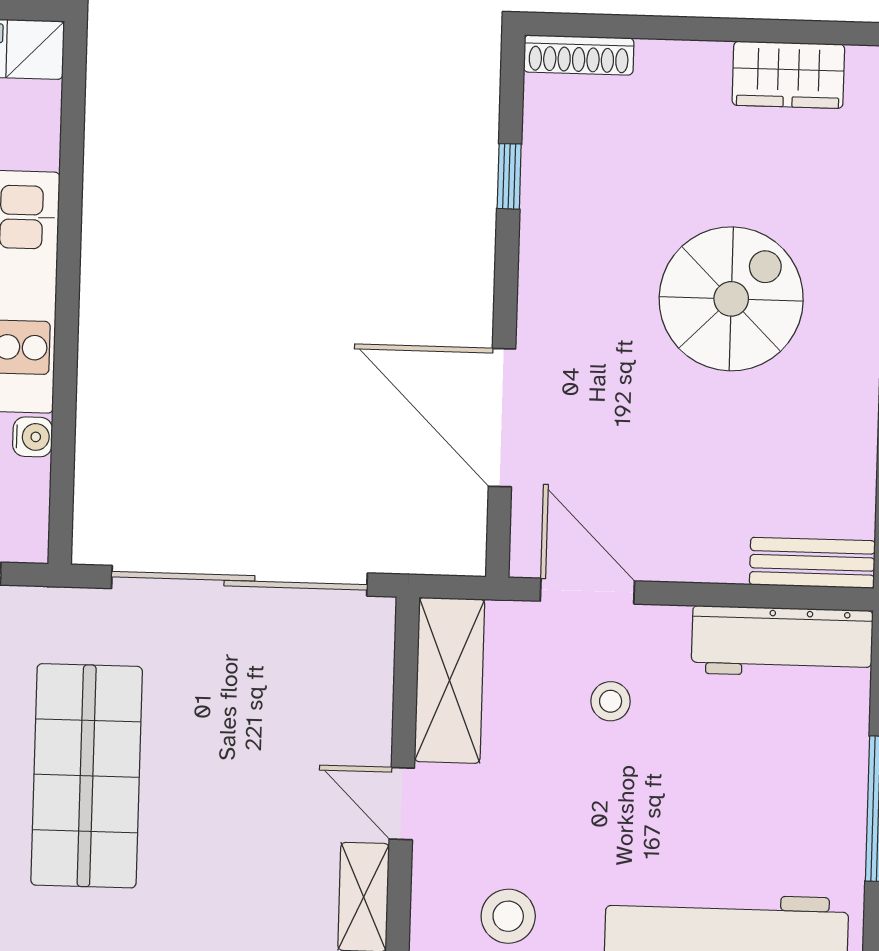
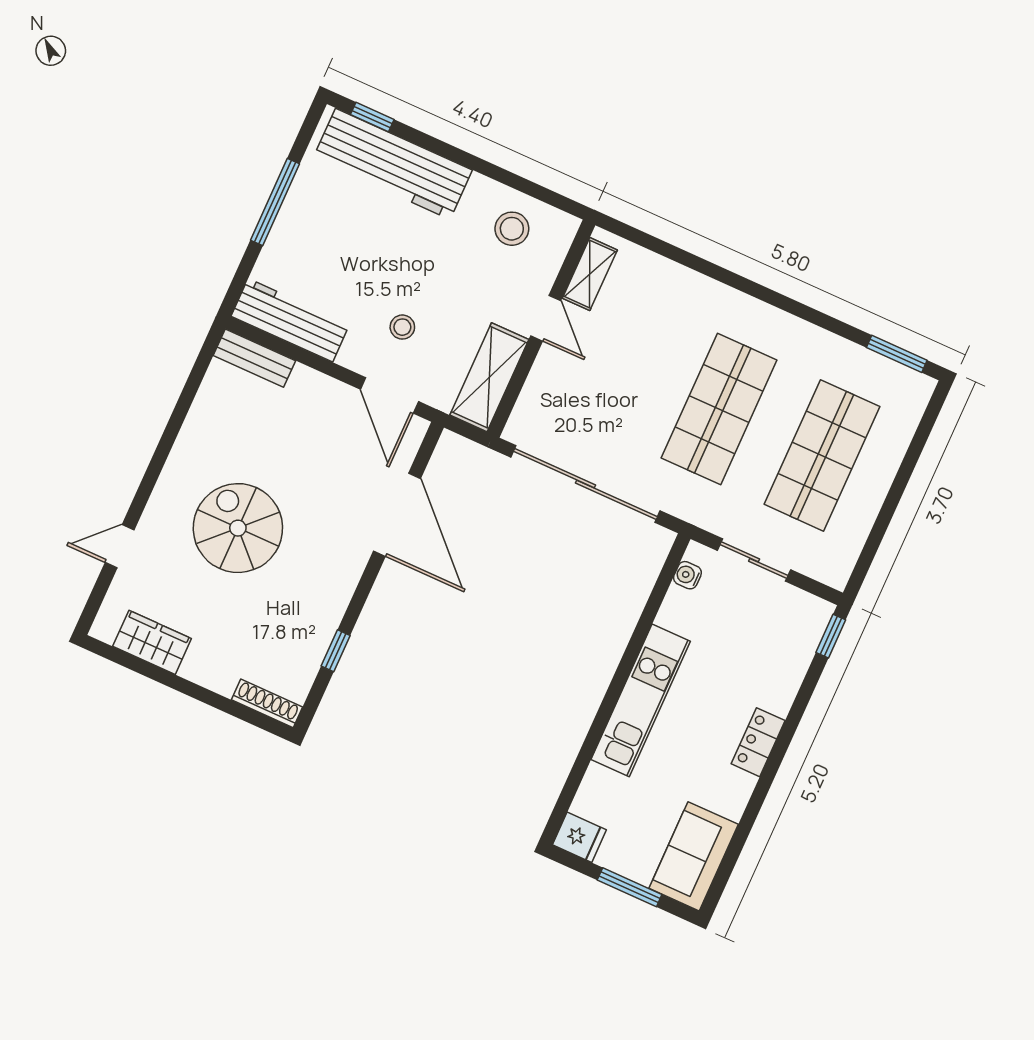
spiral stairs: (731, 299) -> (238, 528), turned 90
water cooler: (33, 437) -> (687, 575), moved

